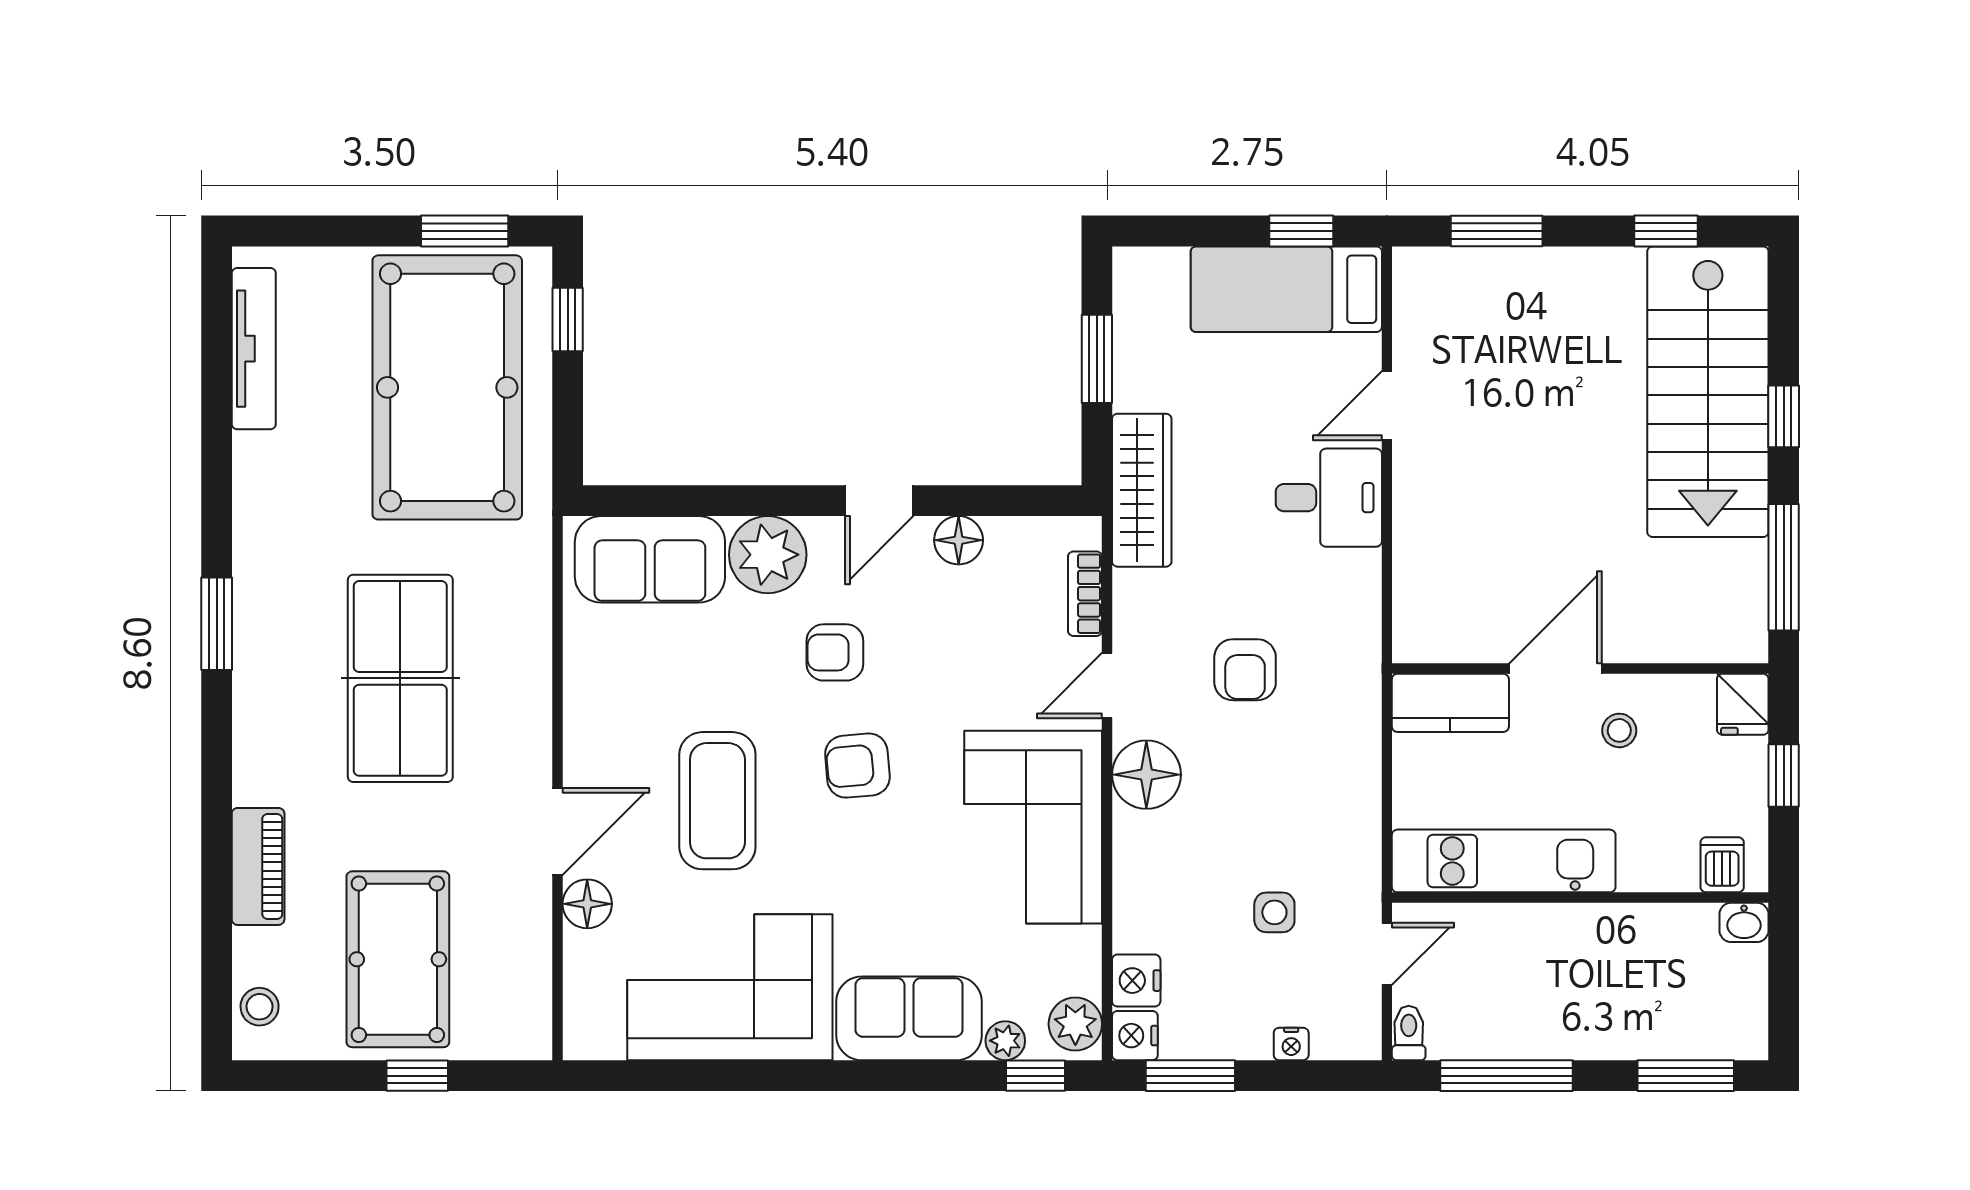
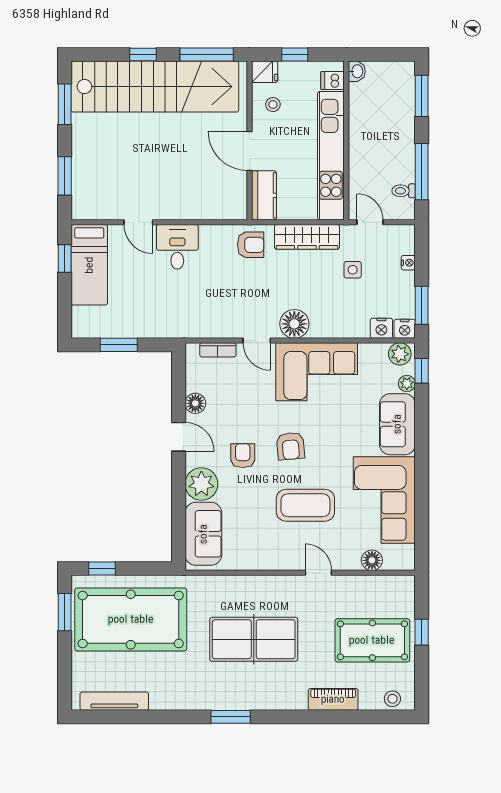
window: (1666, 231) -> (65, 104), width x1.50
stairs: (1708, 392) -> (155, 87), width x1.36
wardrobe: (1142, 490) -> (307, 237), moved, turned 180
armchair: (835, 652) -> (243, 456), turned 180
armchair: (1245, 670) -> (251, 245), moved
stool: (1619, 730) -> (273, 104), moved
door: (558, 831) -> (318, 573), width x0.73
kitchen unit: (1504, 861) -> (331, 156), width x1.36
floor lamp: (587, 904) -> (372, 560), moved
toilet: (1409, 1033) -> (404, 191), moved

